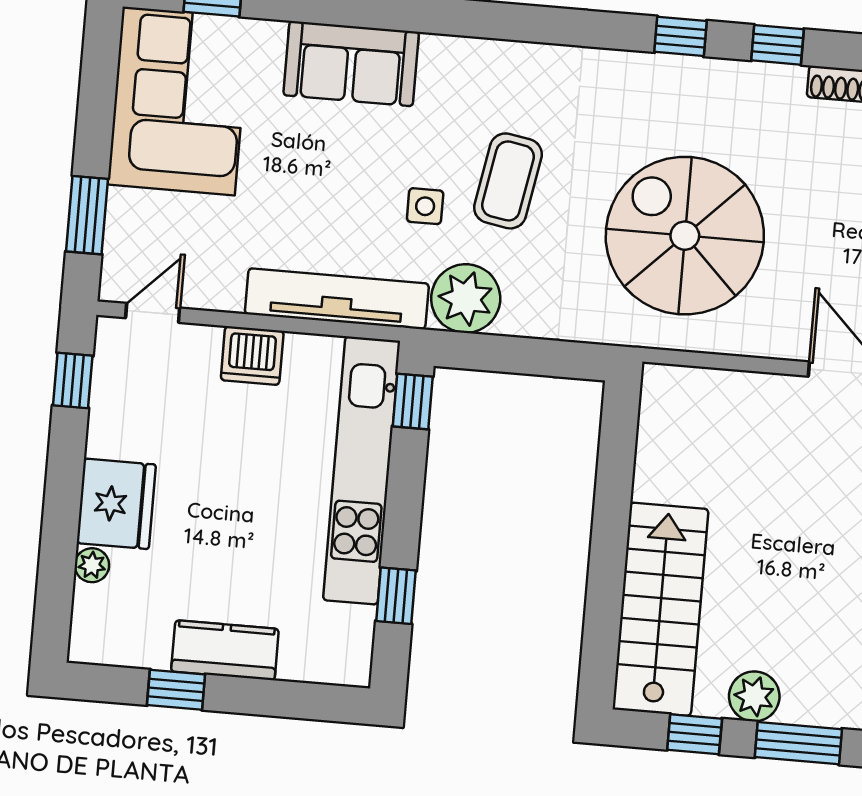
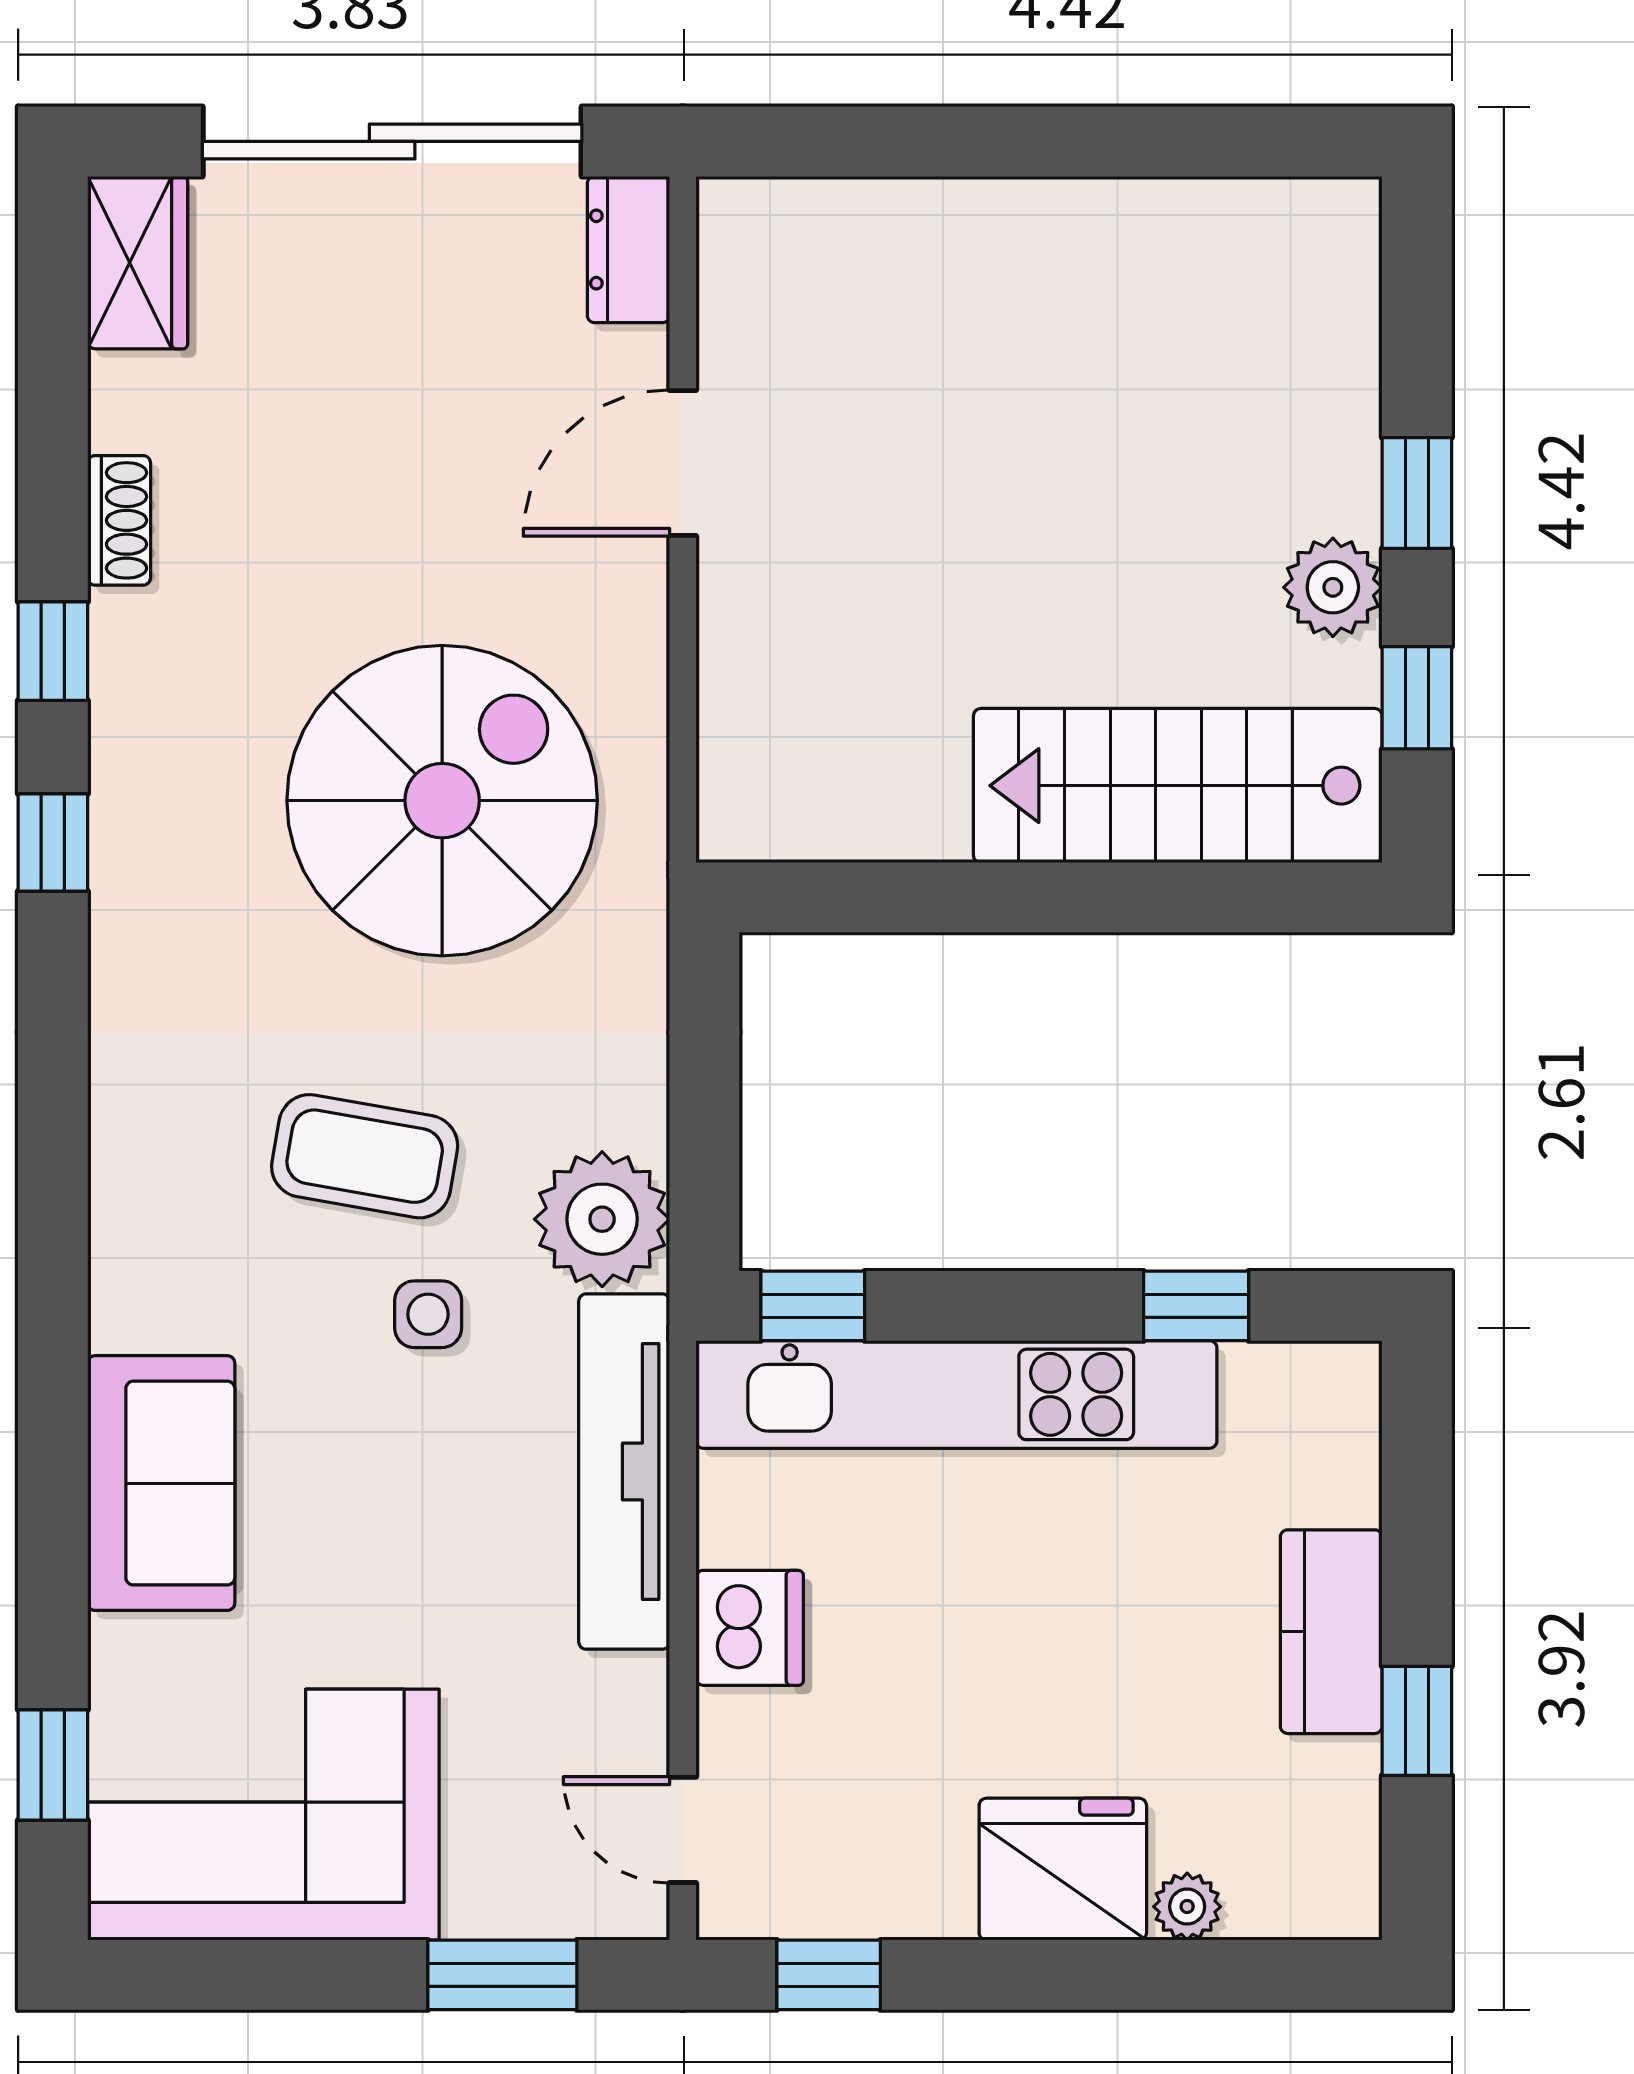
spiral stairs: (685, 236) -> (442, 801), turned 180
window: (798, 743) -> (1417, 493), width x0.67

